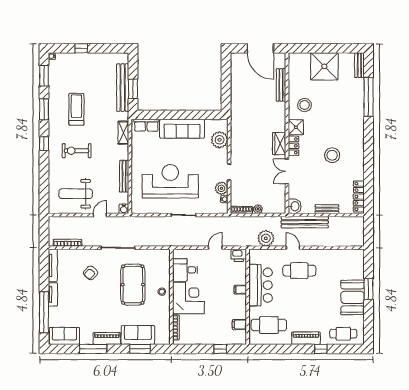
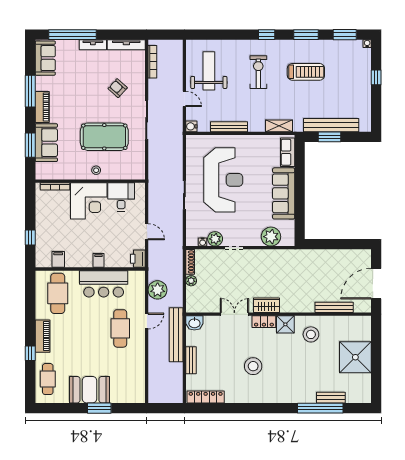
bench: (359, 65) -> (331, 398), moved

